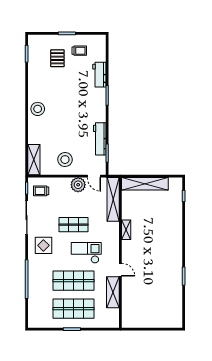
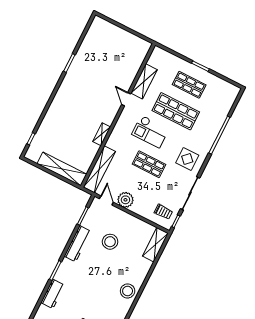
workbench: (100, 139) -> (78, 244), moved
stool: (65, 160) -> (110, 242), moved
shop shelf: (73, 309) -> (189, 85), width x0.70, depth x0.74

